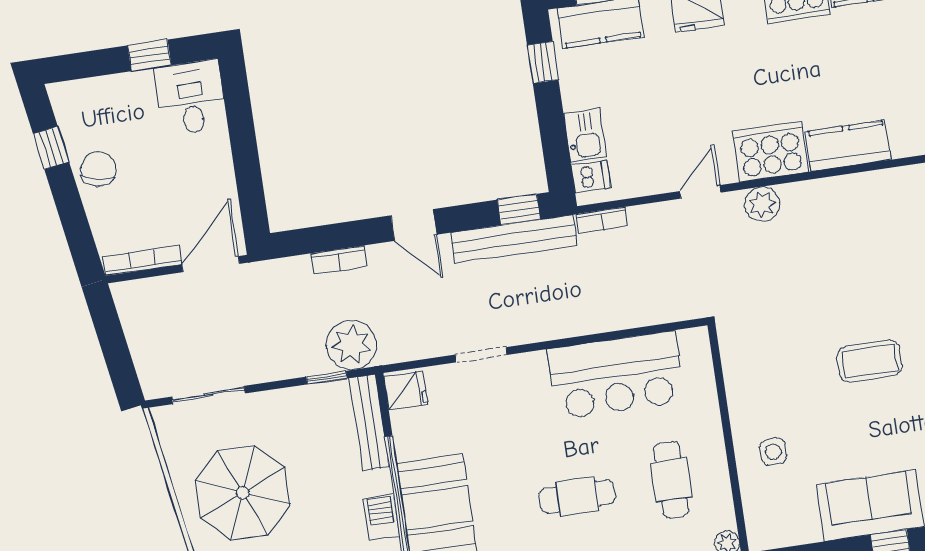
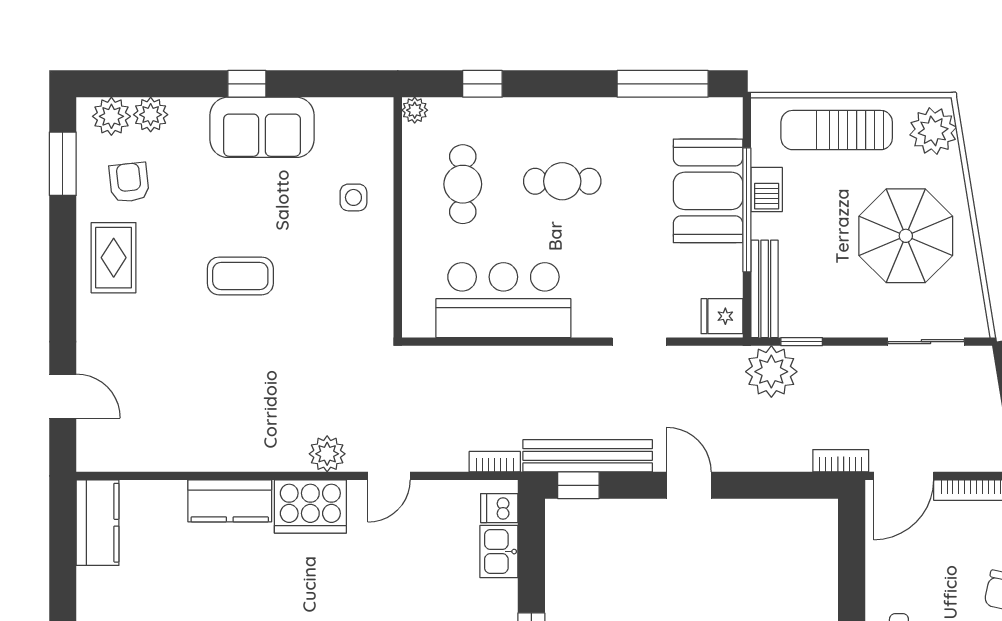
bookcase: (339, 260) -> (841, 461), moved

